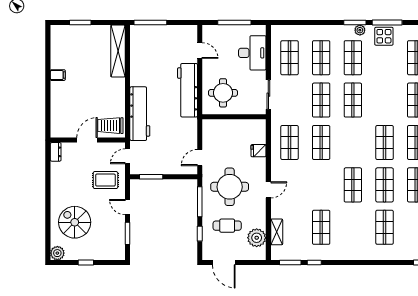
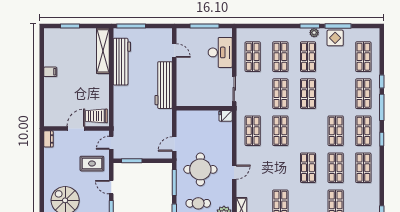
round table: (223, 93) -> (195, 87), removed
workbench: (140, 114) -> (122, 62), moved
fridge: (258, 151) -> (226, 116), moved

